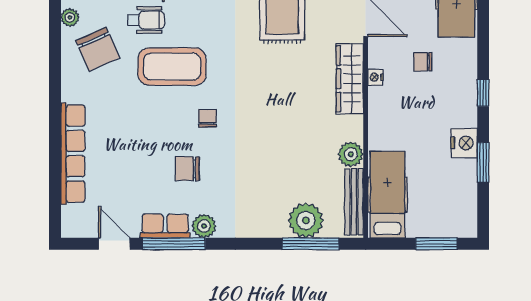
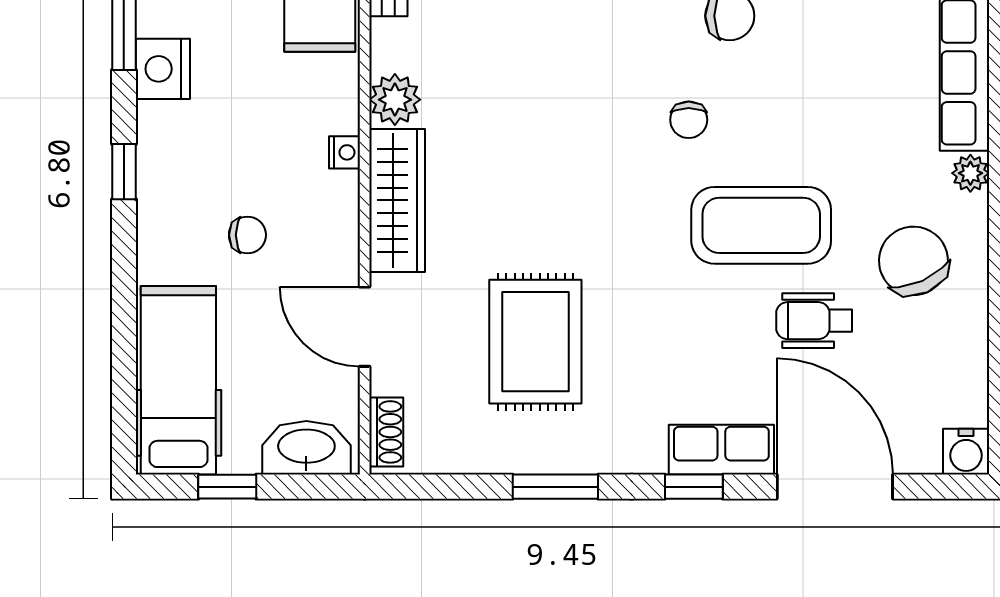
plant: (70, 17) -> (970, 173), moved
nightstand: (375, 77) -> (345, 152), moved
plant: (351, 154) -> (395, 100), moved

